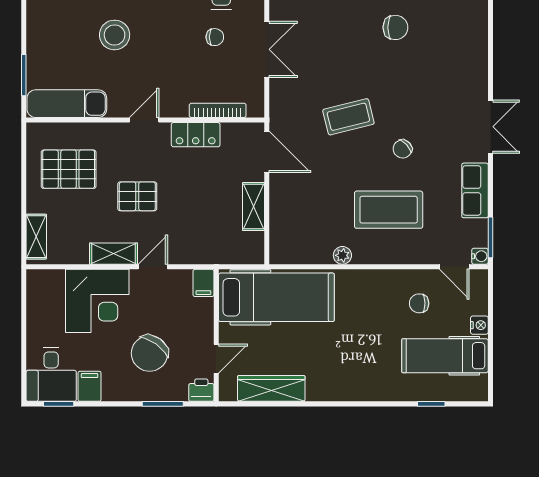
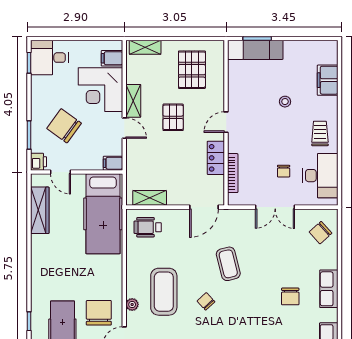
stool: (115, 35) -> (285, 102), width x0.53, depth x0.53
exam couch: (67, 104) -> (255, 50), moved, turned 90
door: (144, 120) -> (226, 122), swing flipped
shelving: (253, 207) -> (150, 198), moved
wheelchair: (296, 233) -> (148, 227), added
plant: (342, 255) -> (132, 305), moved
chair: (419, 303) -> (99, 313), width x1.87, depth x1.87
filing cabinet: (90, 386) -> (112, 58), moved, turned 180

